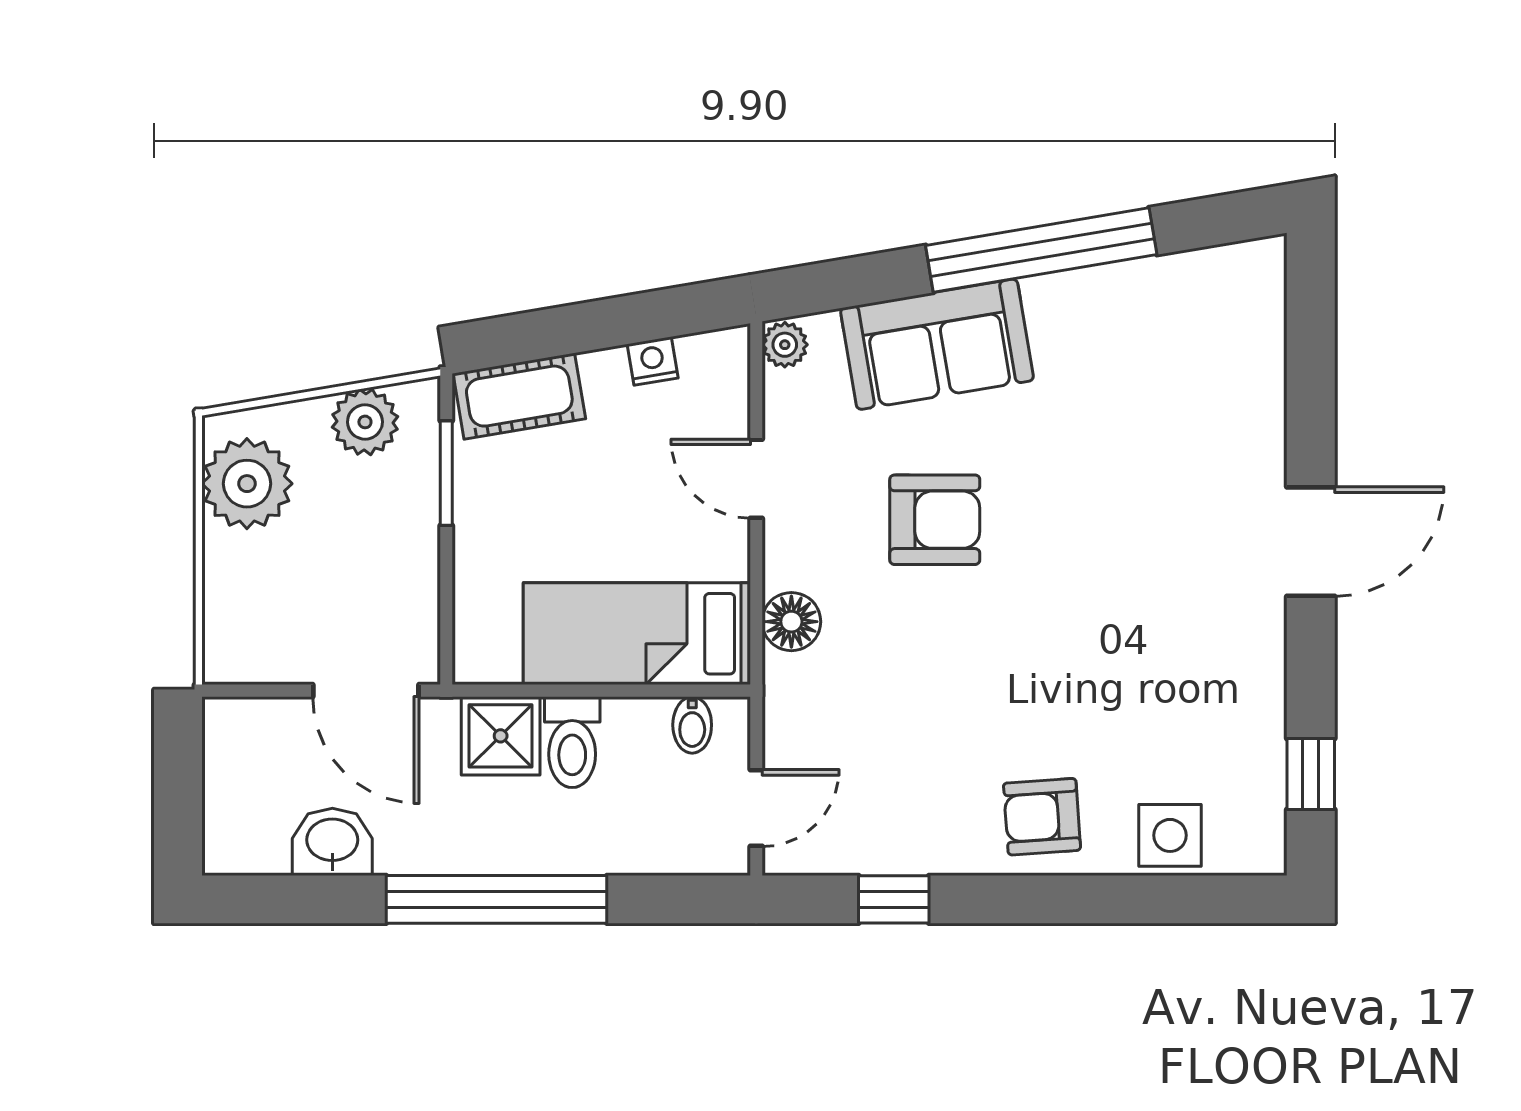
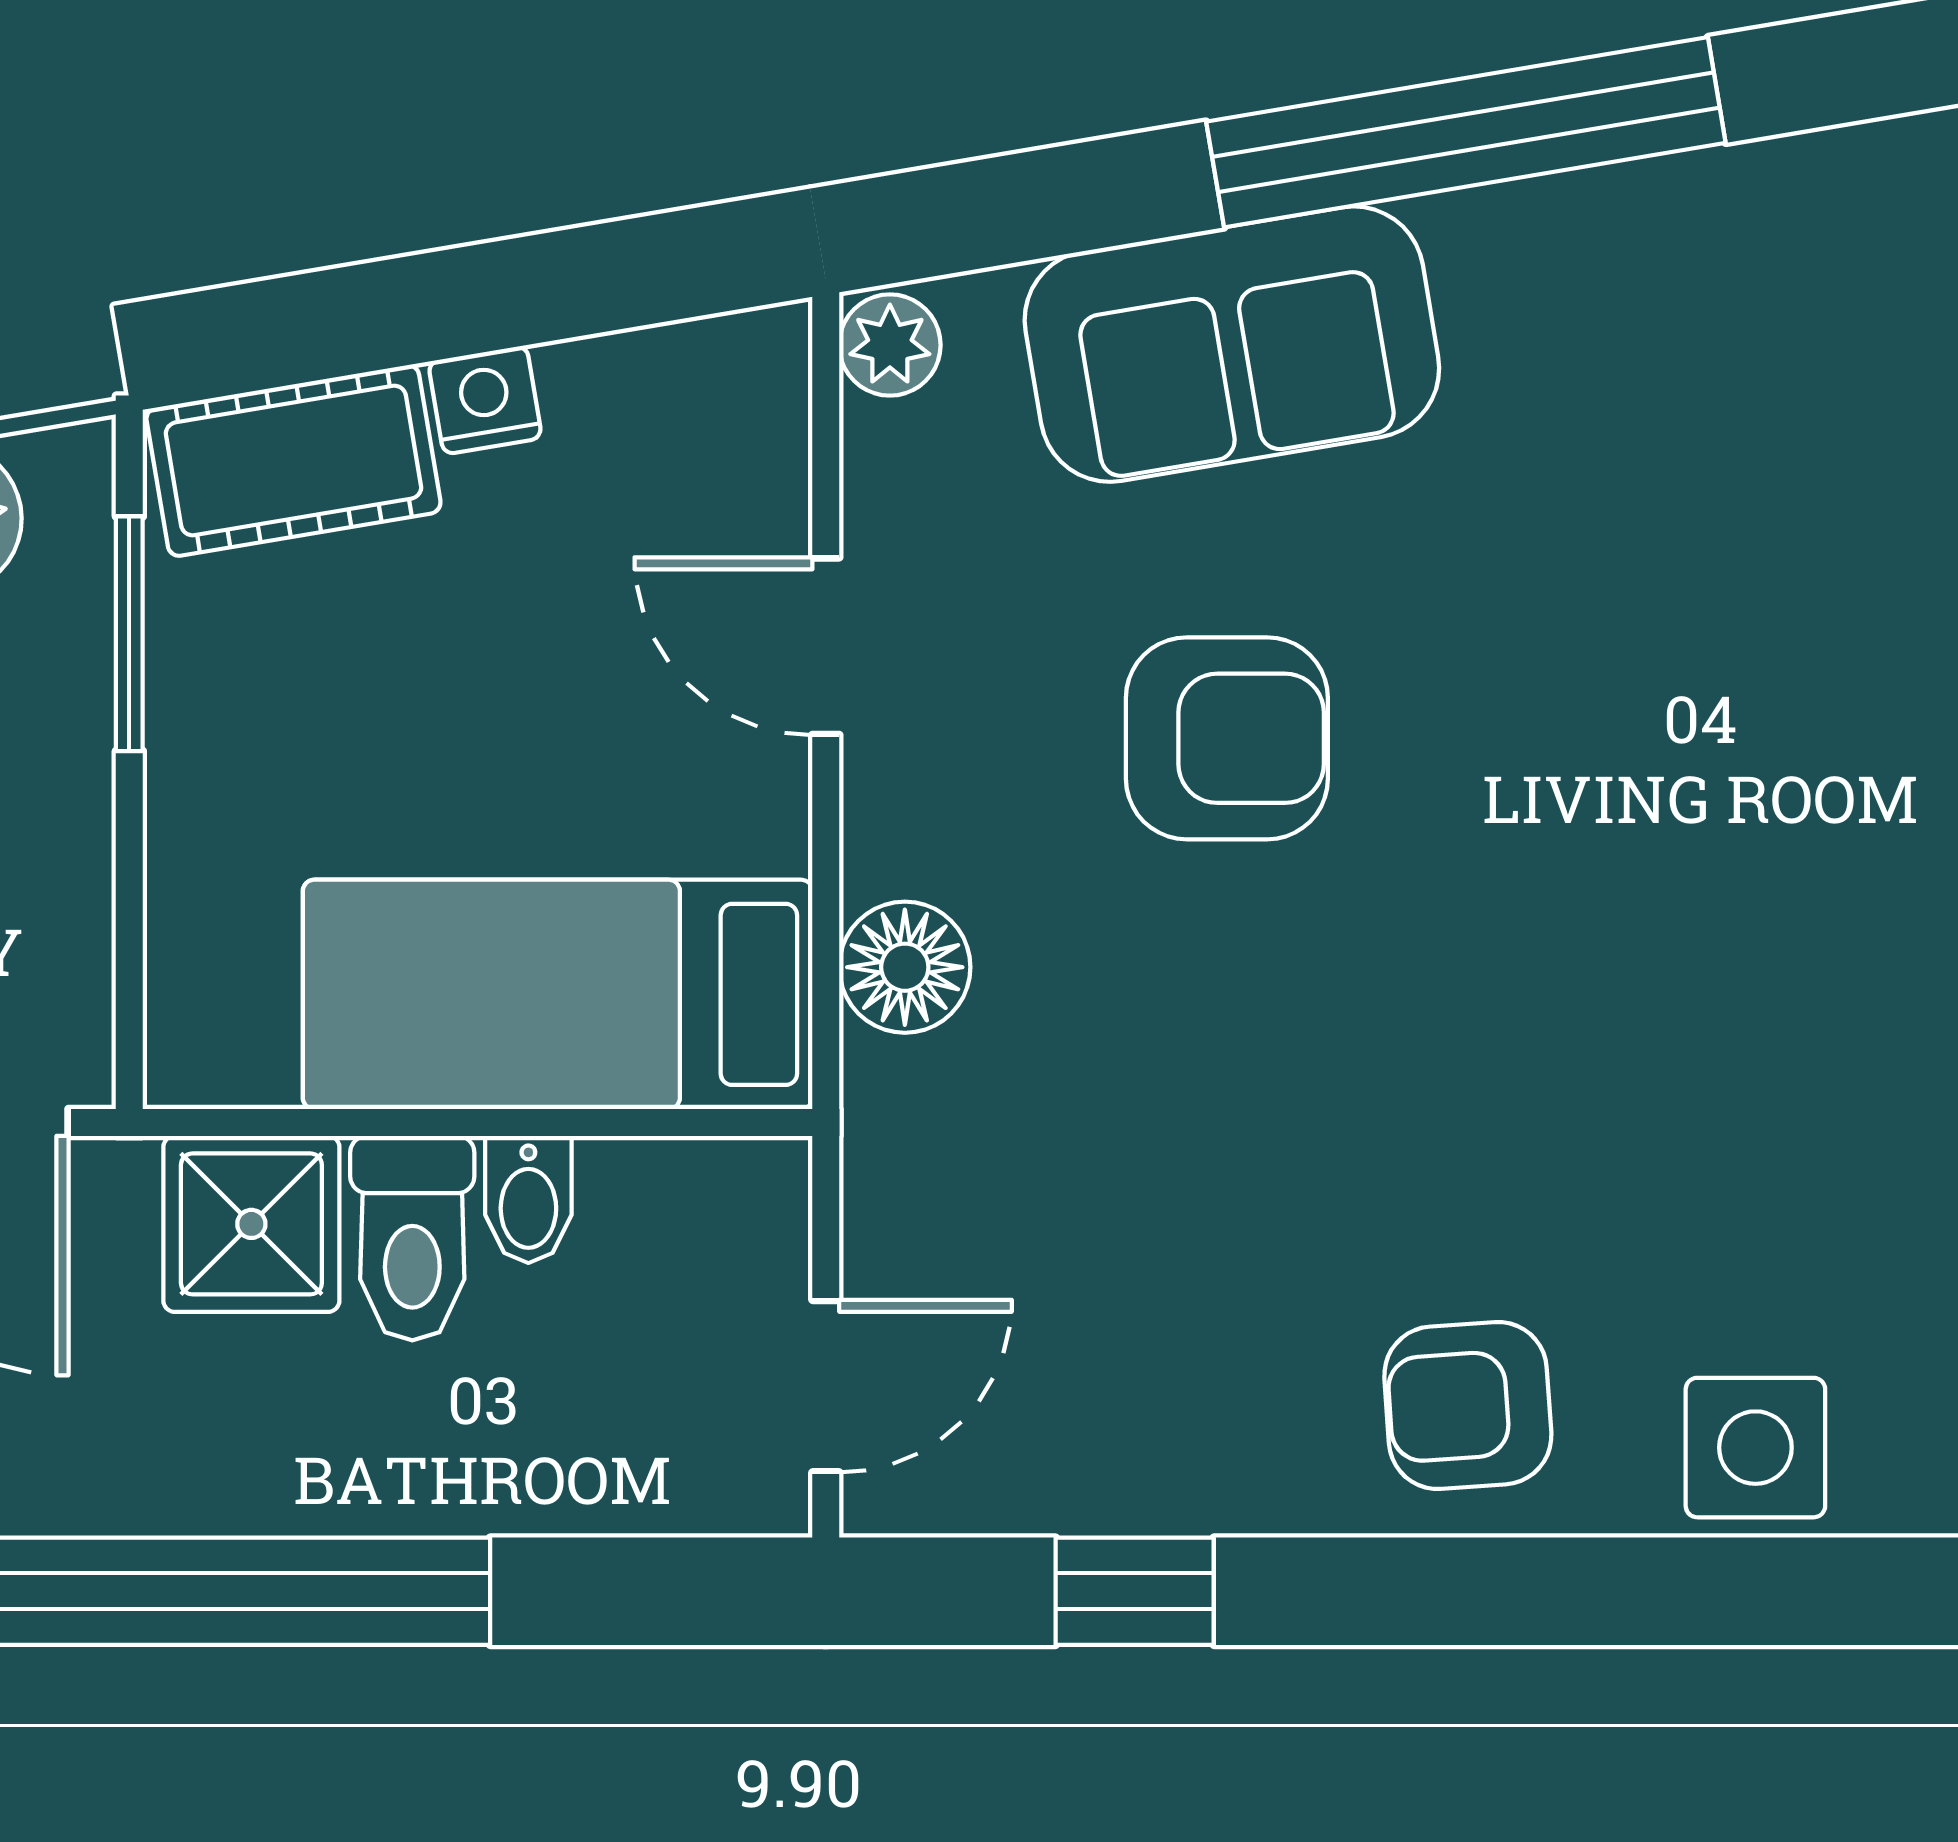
nightstand: (653, 361) -> (485, 400), moved
bidet: (692, 725) -> (528, 1199), moved

